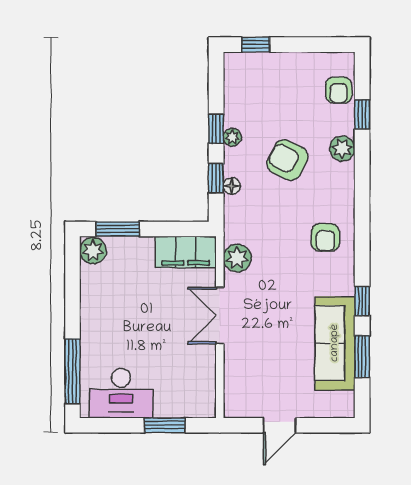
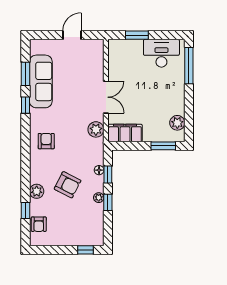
armchair: (339, 90) -> (39, 224), turned 180
plant: (93, 251) -> (177, 123), moved

